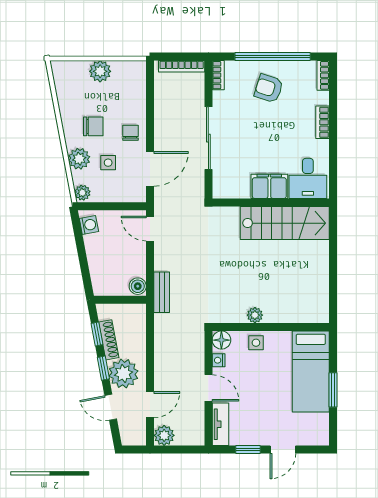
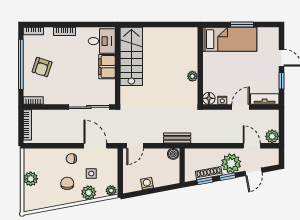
sliding door: (208, 138) -> (89, 107), moved
washing machine: (89, 225) -> (147, 184), moved
side table: (256, 343) -> (211, 75), removed

